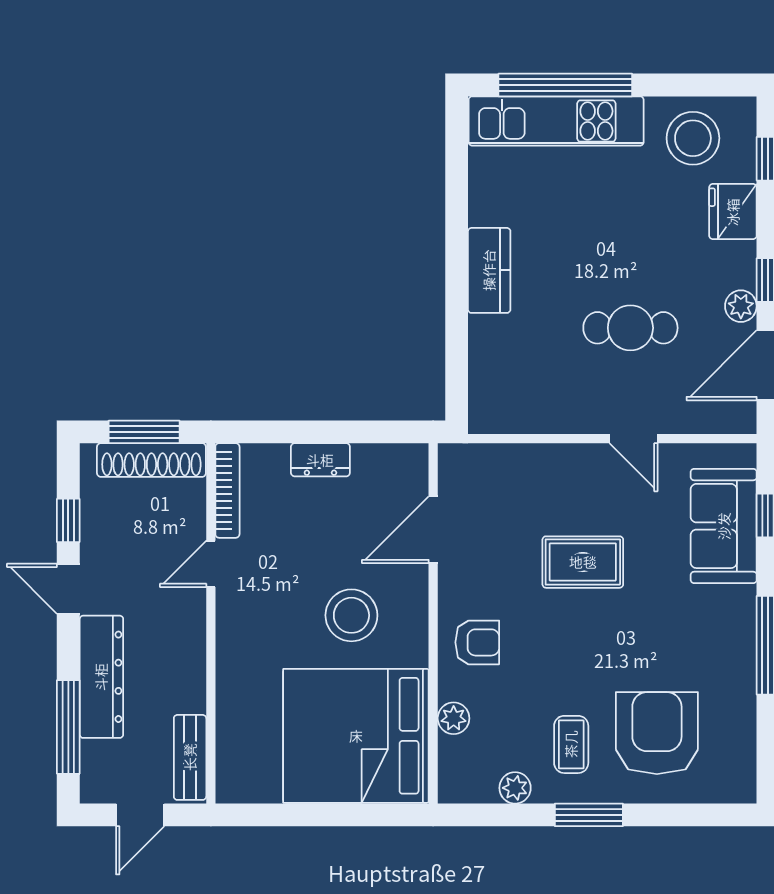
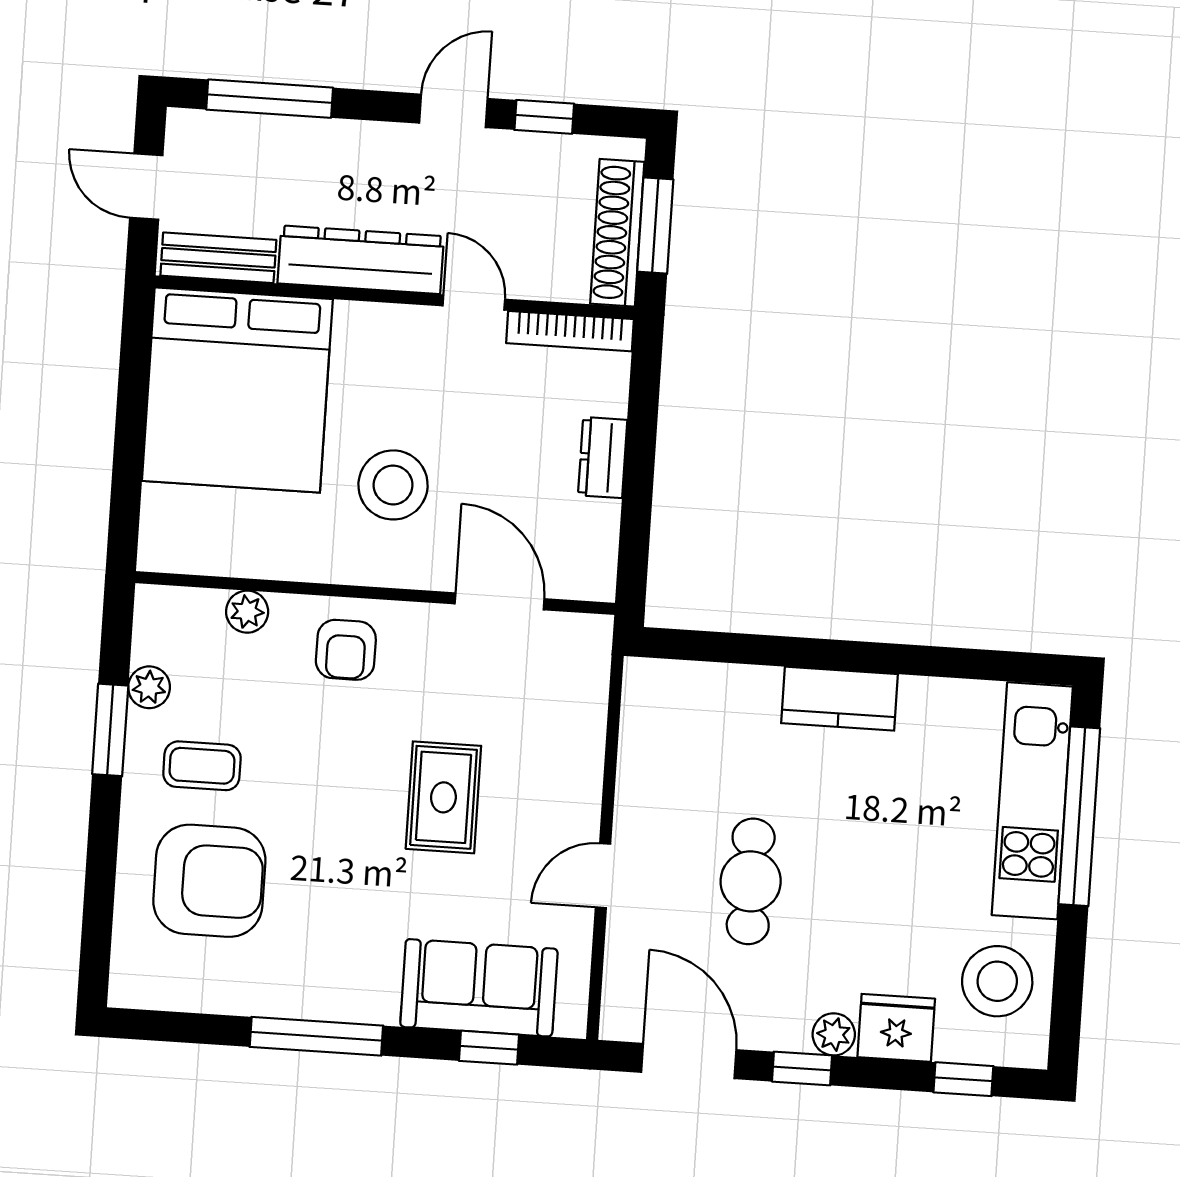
plant: (741, 306) -> (834, 1034), moved
dresser: (101, 677) -> (361, 260), moved, turned 180
bed: (356, 736) -> (237, 390), moved, turned 180
window: (589, 815) -> (110, 730), moved

